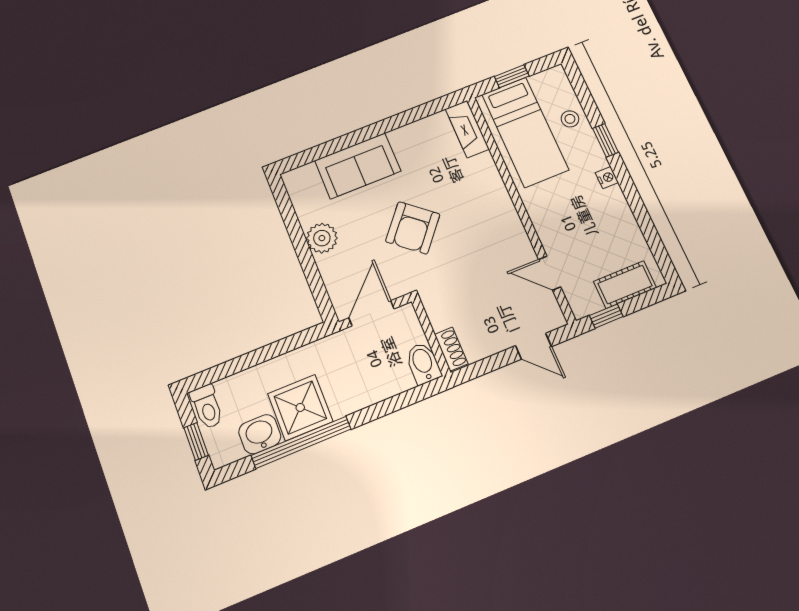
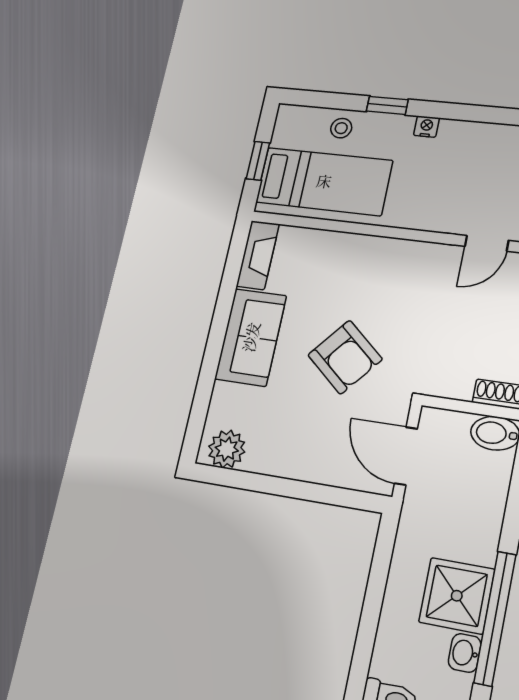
fireplace: (467, 129) -> (258, 255), moved, turned -90
sofa: (358, 166) -> (251, 337), moved
plant: (322, 238) -> (227, 449), moved
washbasin: (260, 434) -> (465, 653), width x0.72, depth x0.69

